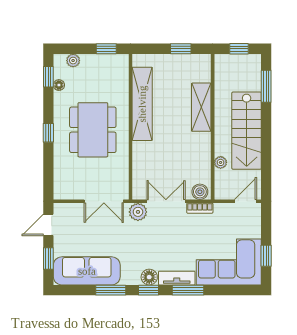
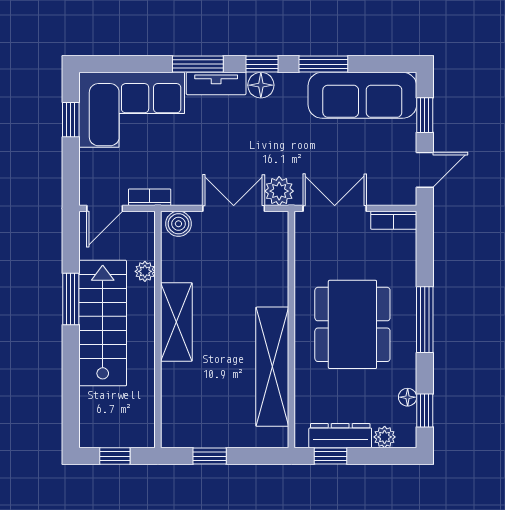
dresser: (100, 61) -> (340, 436), added
window: (266, 86) -> (71, 299), moved
shelving: (201, 107) -> (176, 322), moved
window: (48, 133) -> (425, 320), width x2.17
bookcase: (67, 194) -> (394, 220), added
double door: (166, 201) -> (234, 208), swing flipped
bookcase: (200, 208) -> (150, 197), moved

